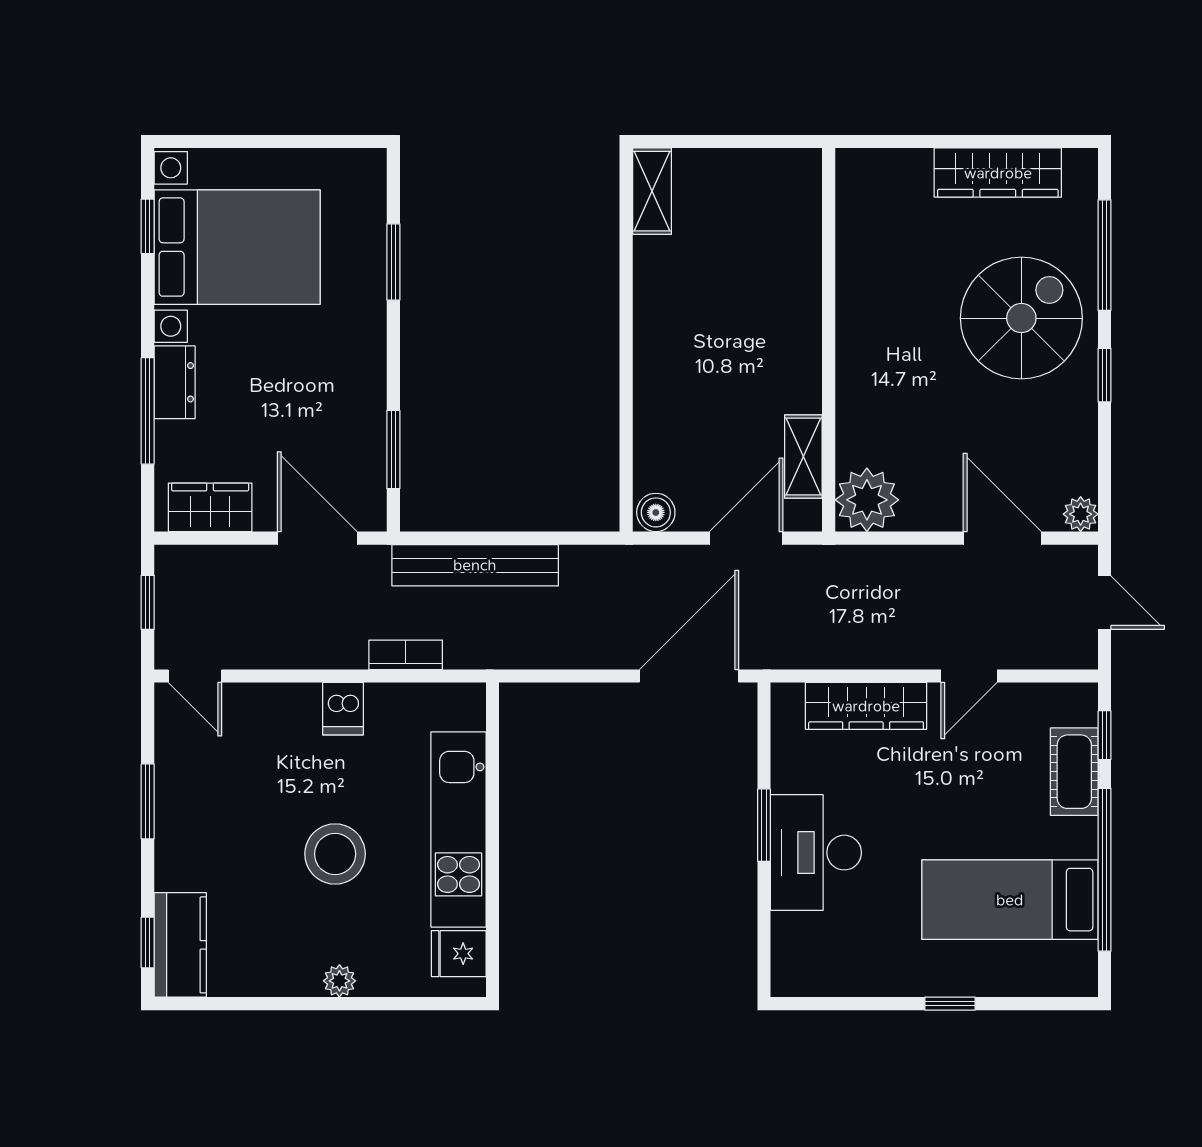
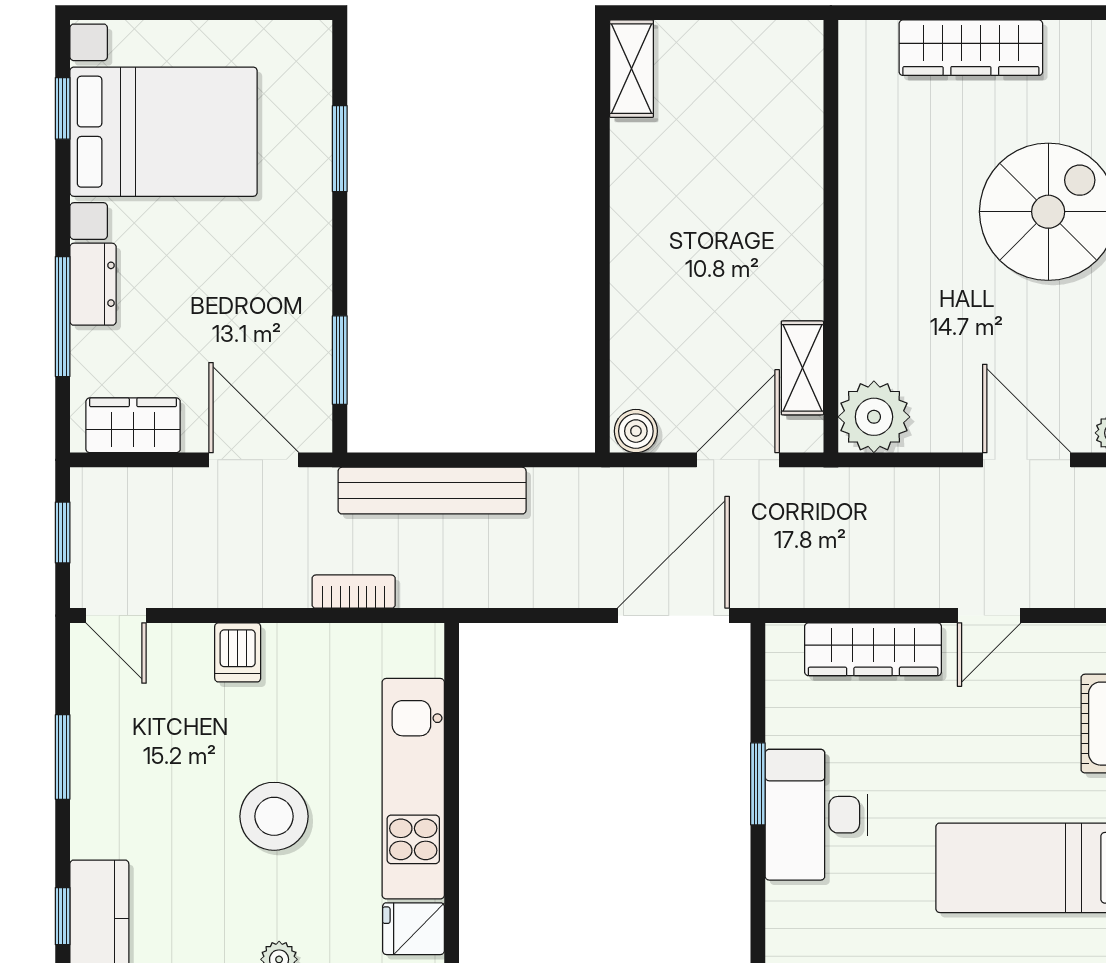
wardrobe: (998, 173) -> (971, 48), moved
dishwasher: (343, 709) -> (238, 652), moved

